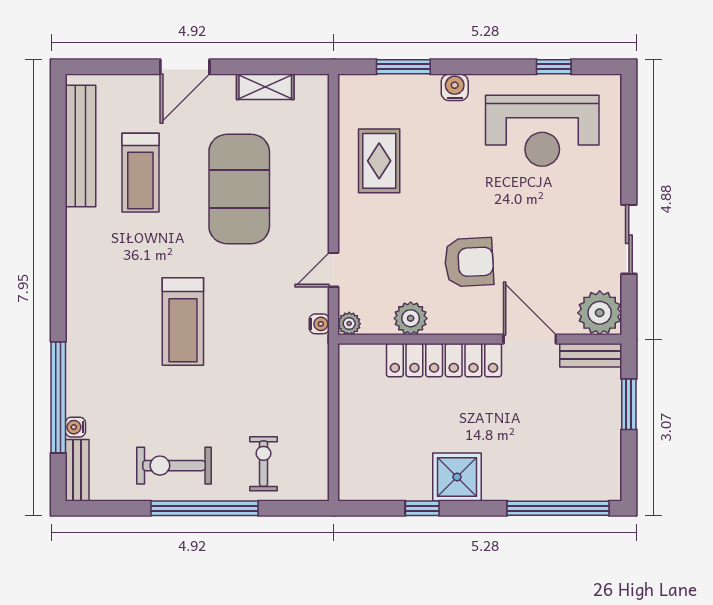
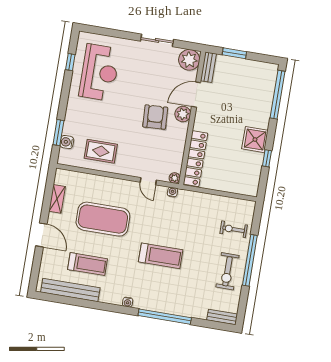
water cooler: (455, 87) -> (67, 142), moved
plant: (411, 318) -> (183, 114), moved
locker: (444, 360) -> (195, 159), moved
window: (58, 397) -> (165, 317), moved
water cooler: (75, 427) -> (128, 302), moved

